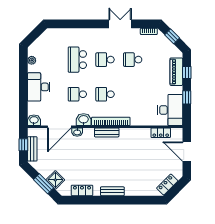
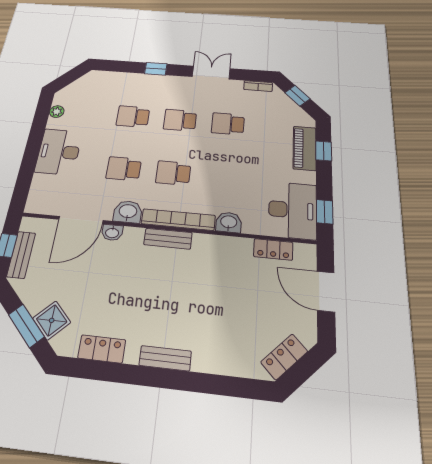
window: (86, 24) -> (156, 69), added
school desk: (77, 60) -> (133, 116), width x0.54
window: (187, 97) -> (325, 212), moved
washbasin: (34, 120) -> (229, 222), moved

